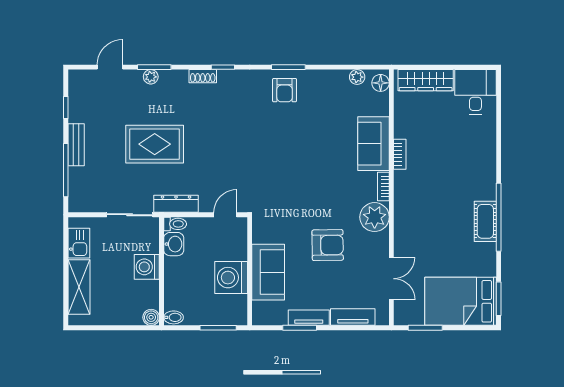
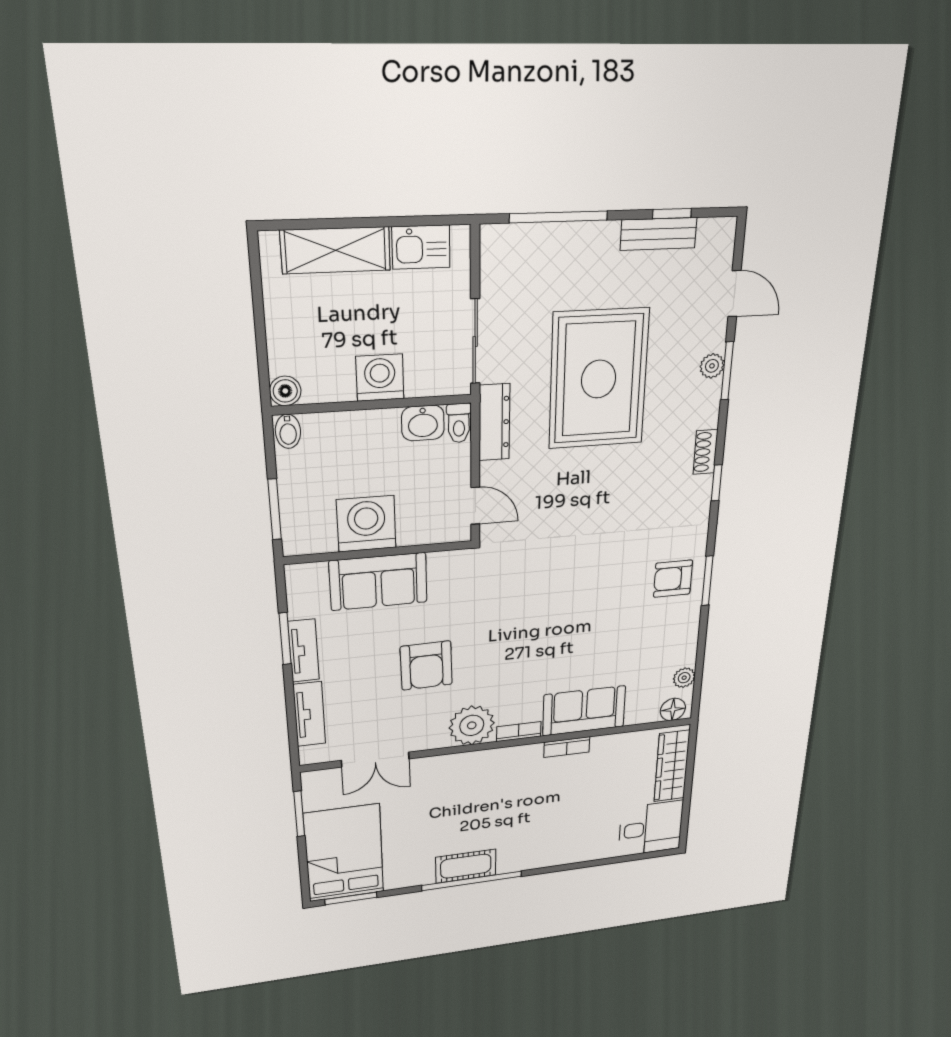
rug: (155, 144) -> (599, 379), width x1.37, depth x1.44
bench: (76, 145) -> (659, 234), moved

